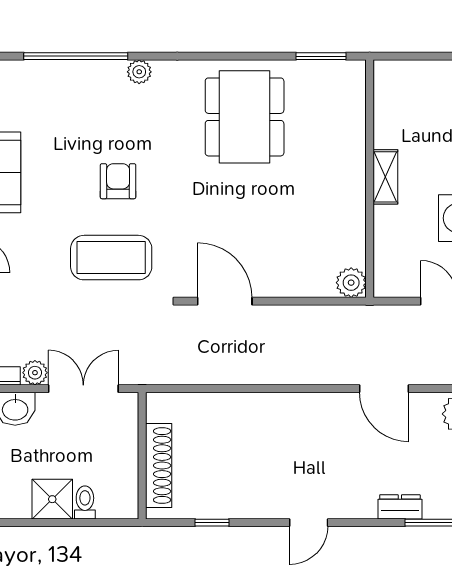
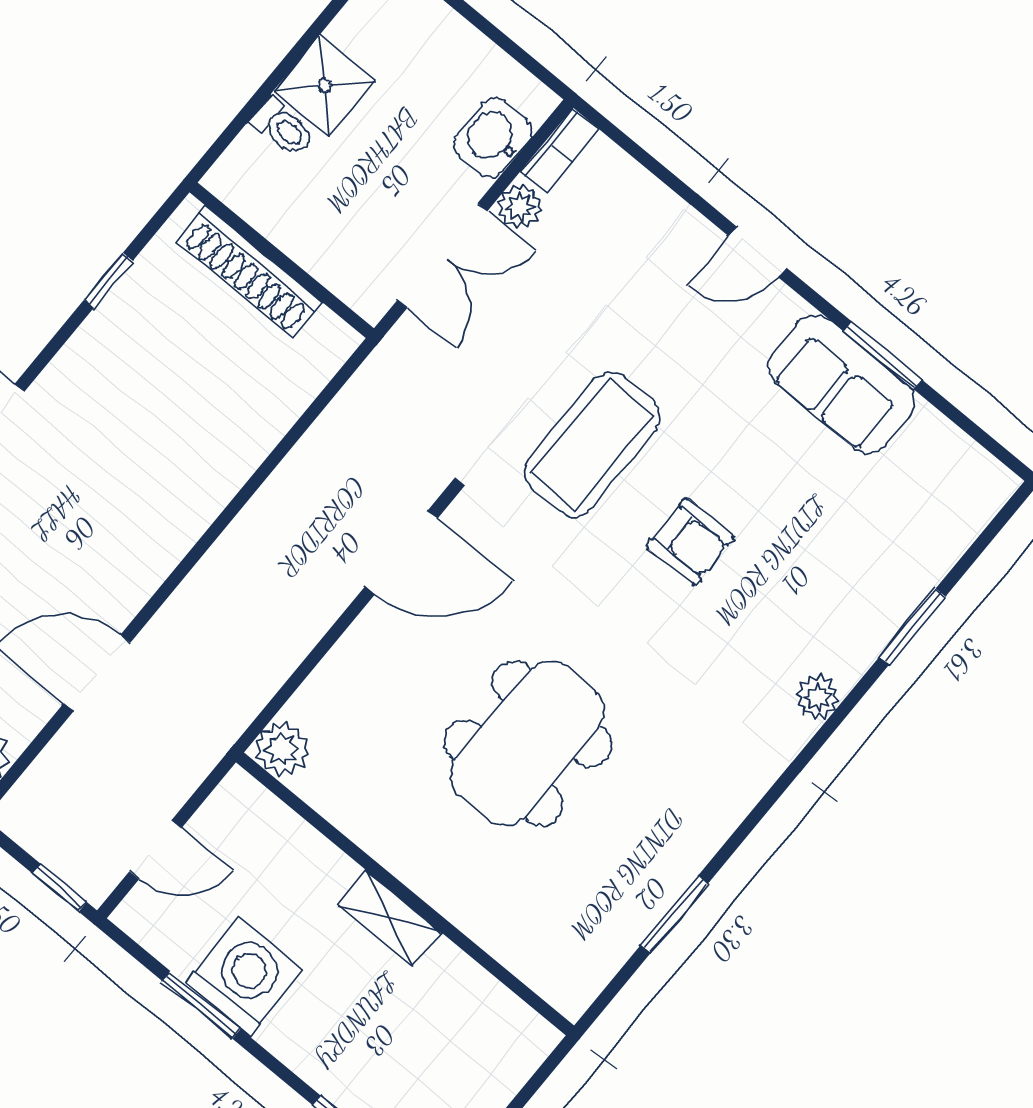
window: (76, 56) -> (912, 627), width x0.47
window: (321, 56) -> (674, 914), moved
dining table: (245, 117) -> (528, 743), moved, turned 90

